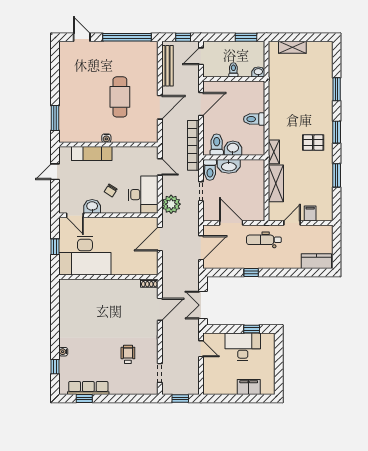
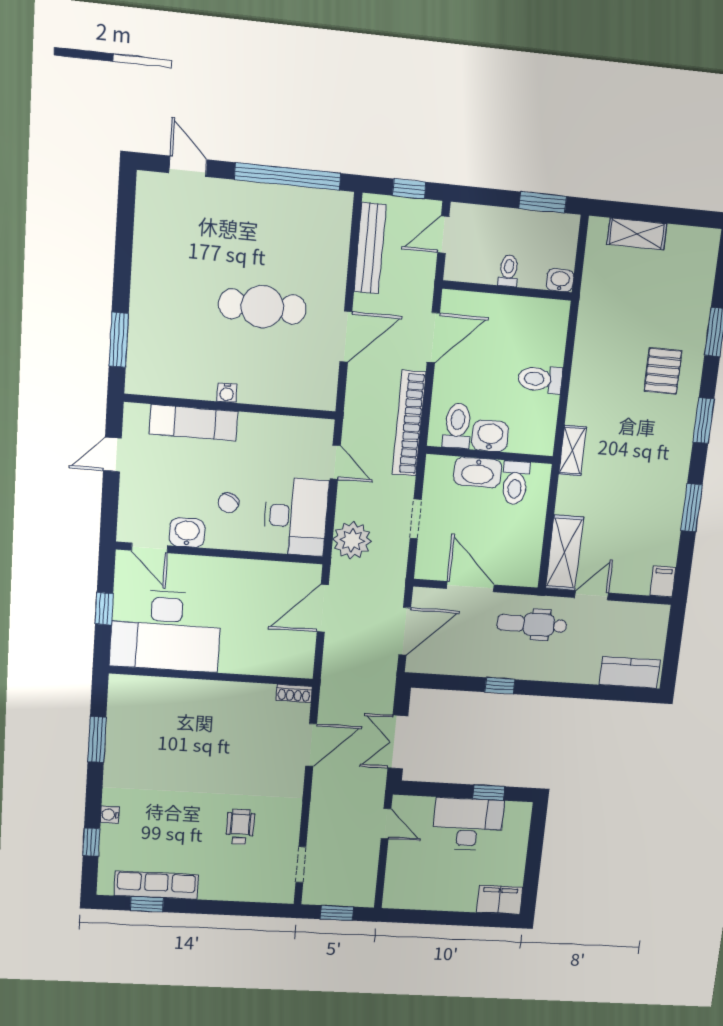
cafe table: (120, 97) -> (262, 307), turned 90
pallet: (313, 143) -> (663, 371), moved, turned 90
toilet: (210, 170) -> (515, 483), moved
shelving: (276, 183) -> (564, 553), moved
filing cabinet: (310, 213) -> (663, 582), moved
window: (55, 313) -> (97, 740), added
filing cabinet: (249, 387) -> (500, 900), moved

